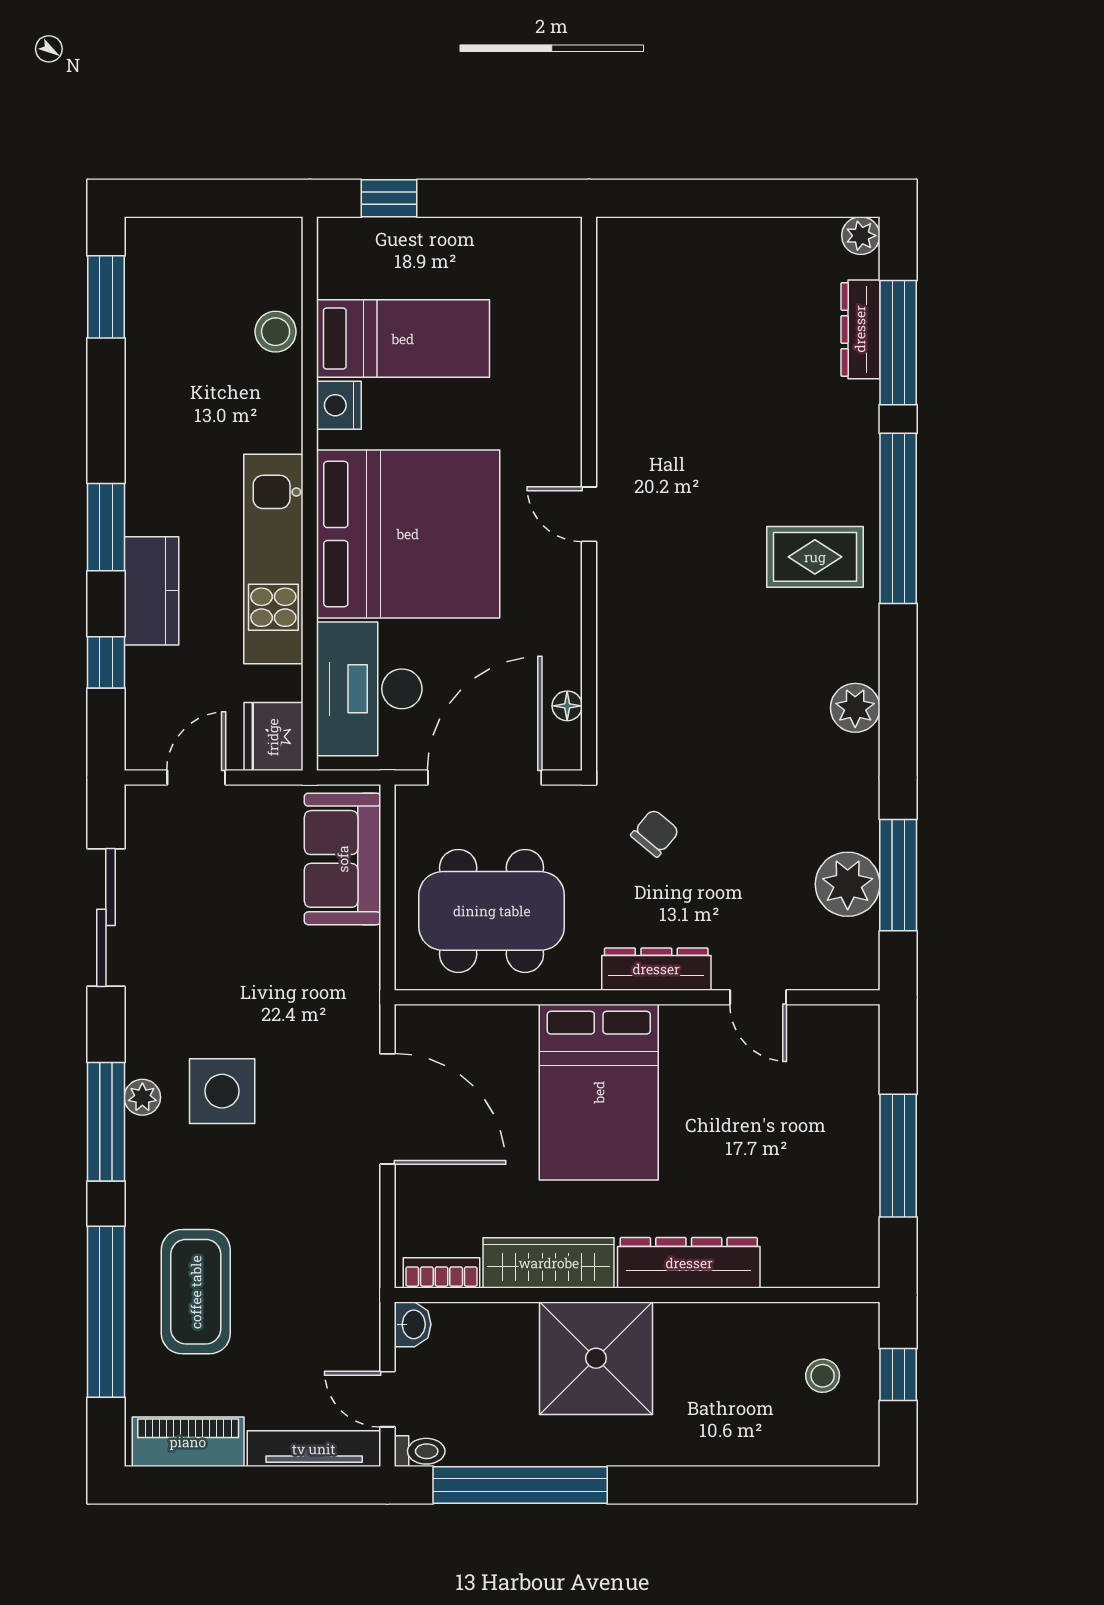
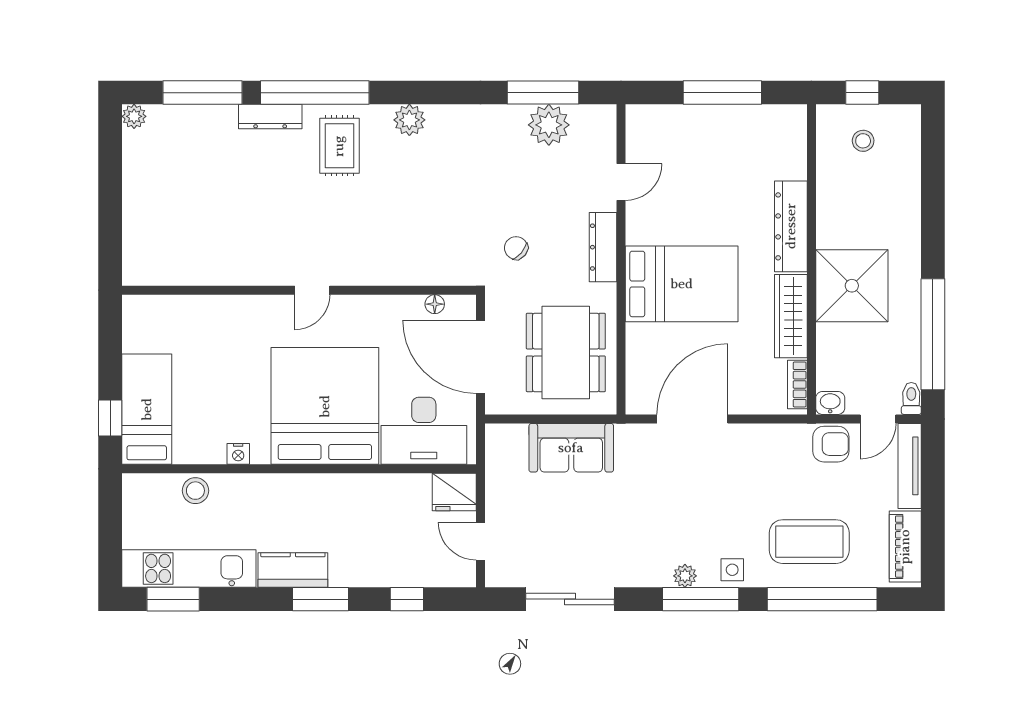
dresser: (860, 329) -> (270, 117), moved
bed: (403, 339) -> (147, 409), moved
nightstand: (339, 405) -> (238, 454), width x0.72, depth x0.74
kitchen unit: (273, 559) -> (189, 568), moved, turned 180
kitchen counter: (151, 591) -> (293, 570), moved
plant: (855, 708) -> (409, 120), moved
sofa: (343, 859) -> (571, 448), moved
side table: (222, 1091) -> (732, 570), moved, width x0.54, depth x0.54
armchair: (348, 1325) -> (831, 444), added

